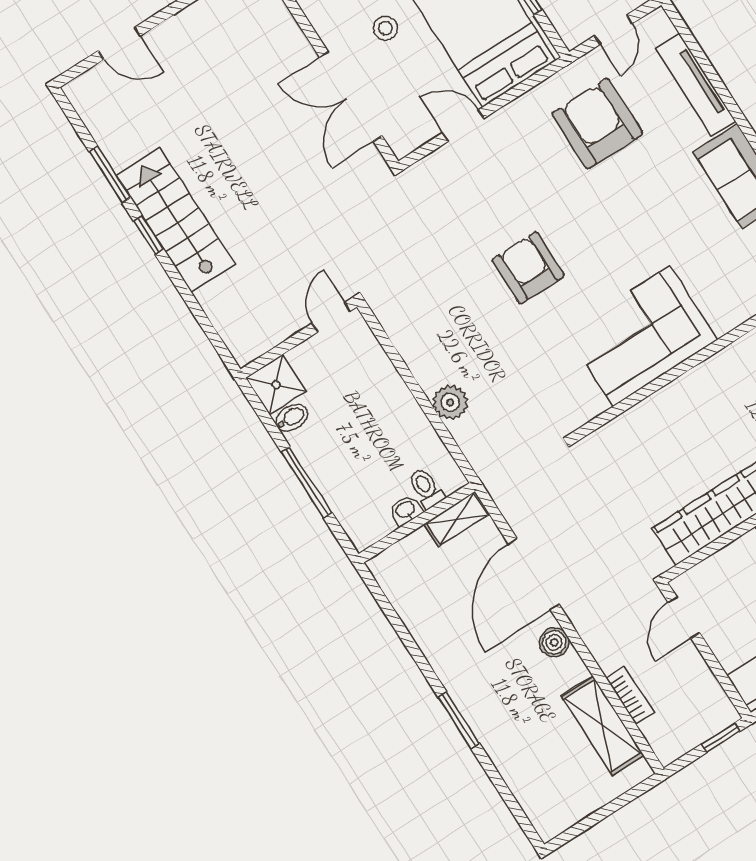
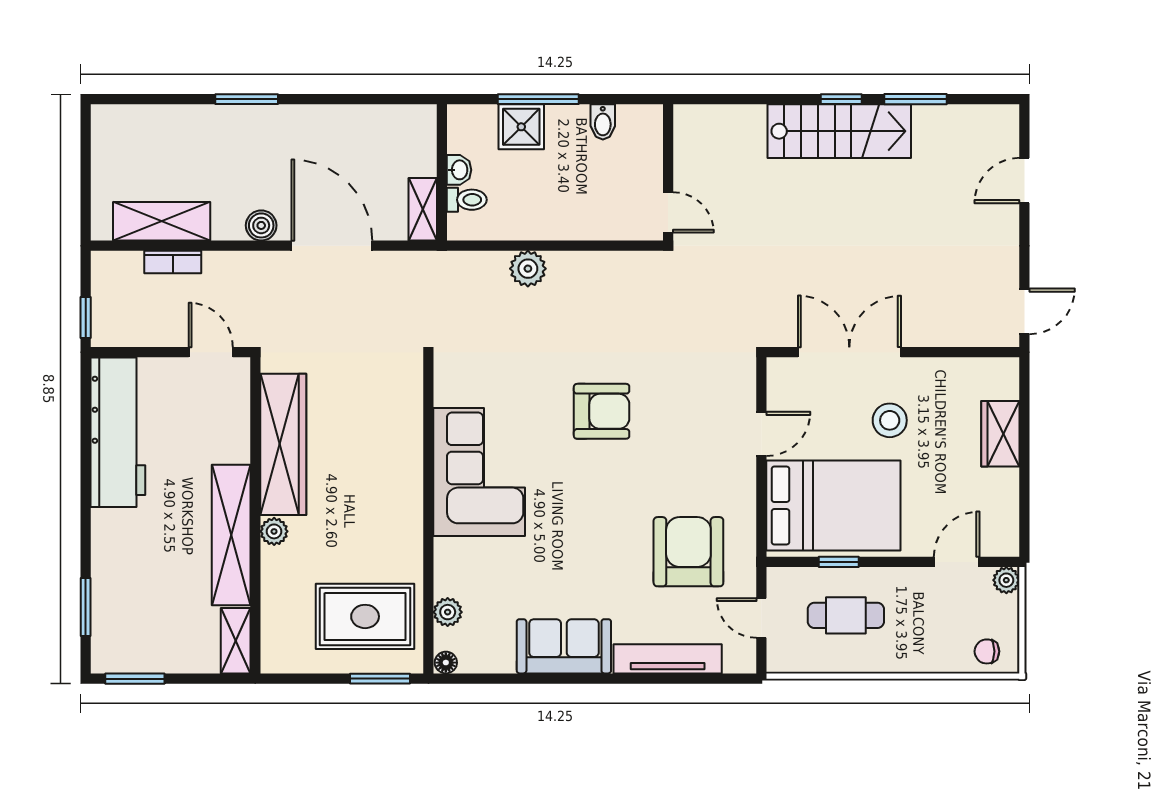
stool: (385, 28) -> (890, 420), width x1.37, depth x1.37
armchair: (597, 124) -> (688, 552), turned -90
shower: (276, 385) -> (521, 127), moved

